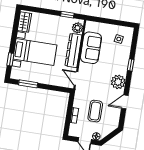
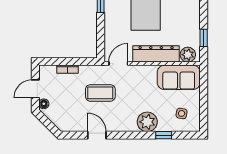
sofa: (91, 48) -> (179, 77), moved
window: (131, 65) -> (164, 135), moved
plant: (118, 82) -> (147, 122), moved
coffee table: (95, 111) -> (100, 93), moved

